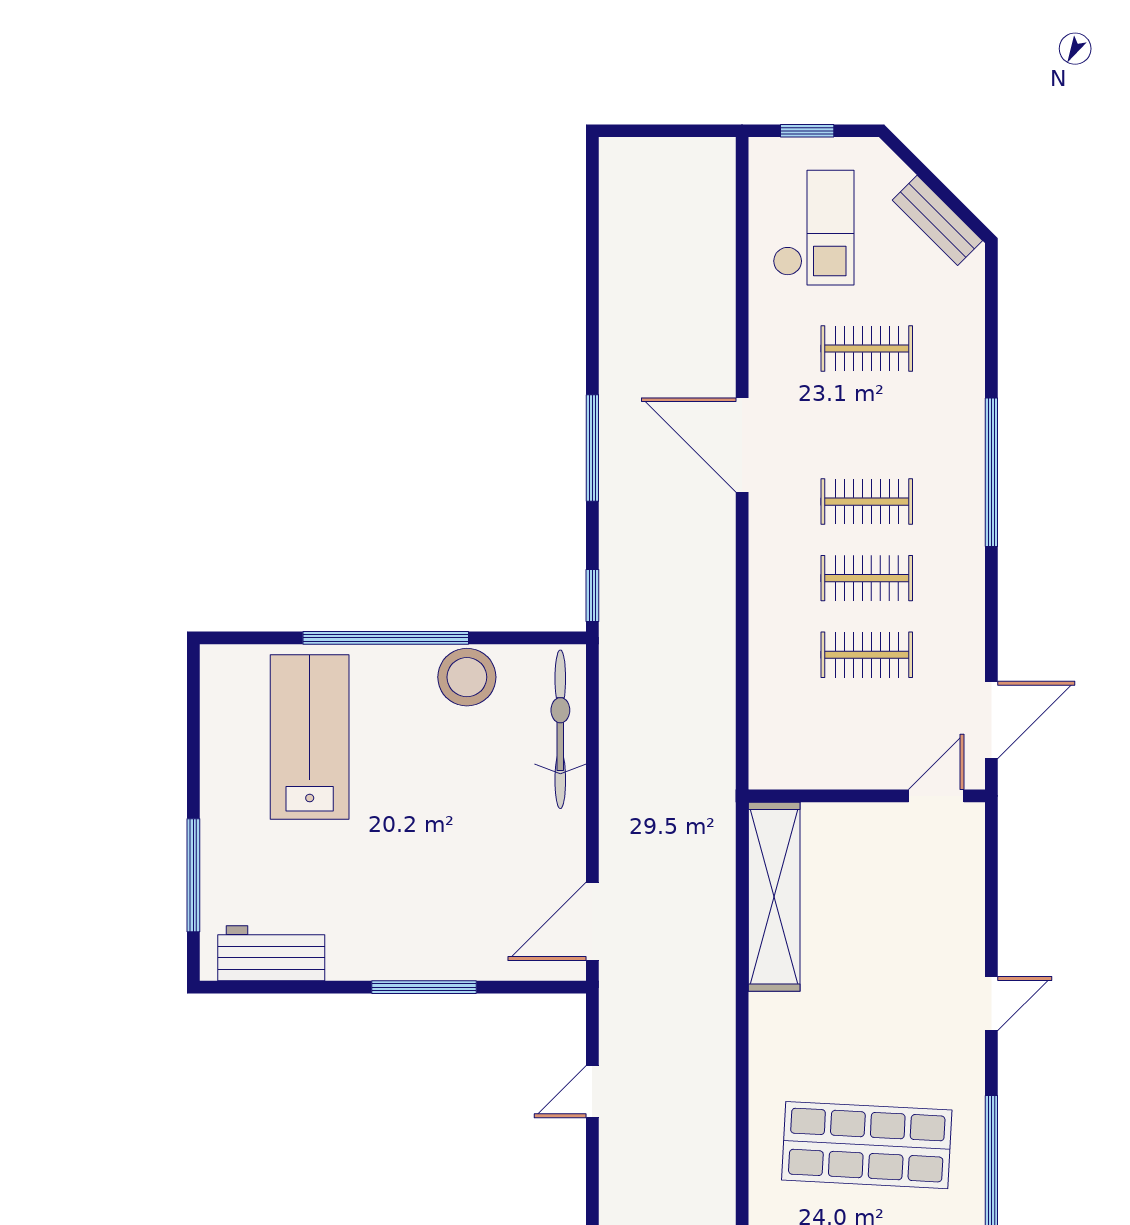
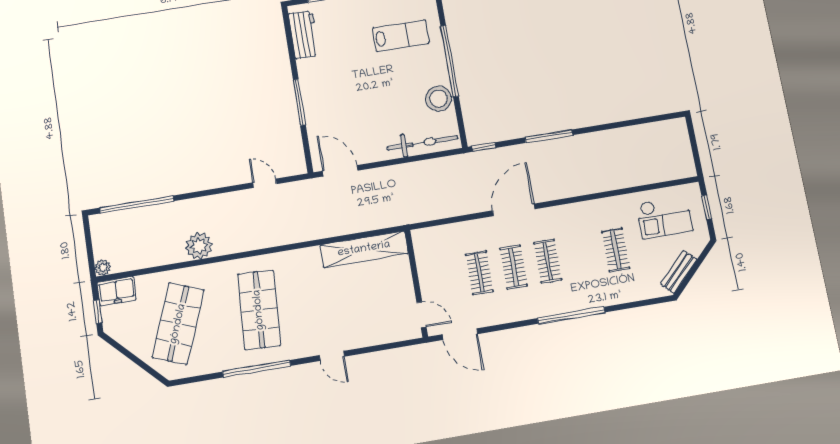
door: (742, 445) -> (514, 210), moved
lab bench: (310, 737) -> (401, 36), width x0.73, depth x0.72

